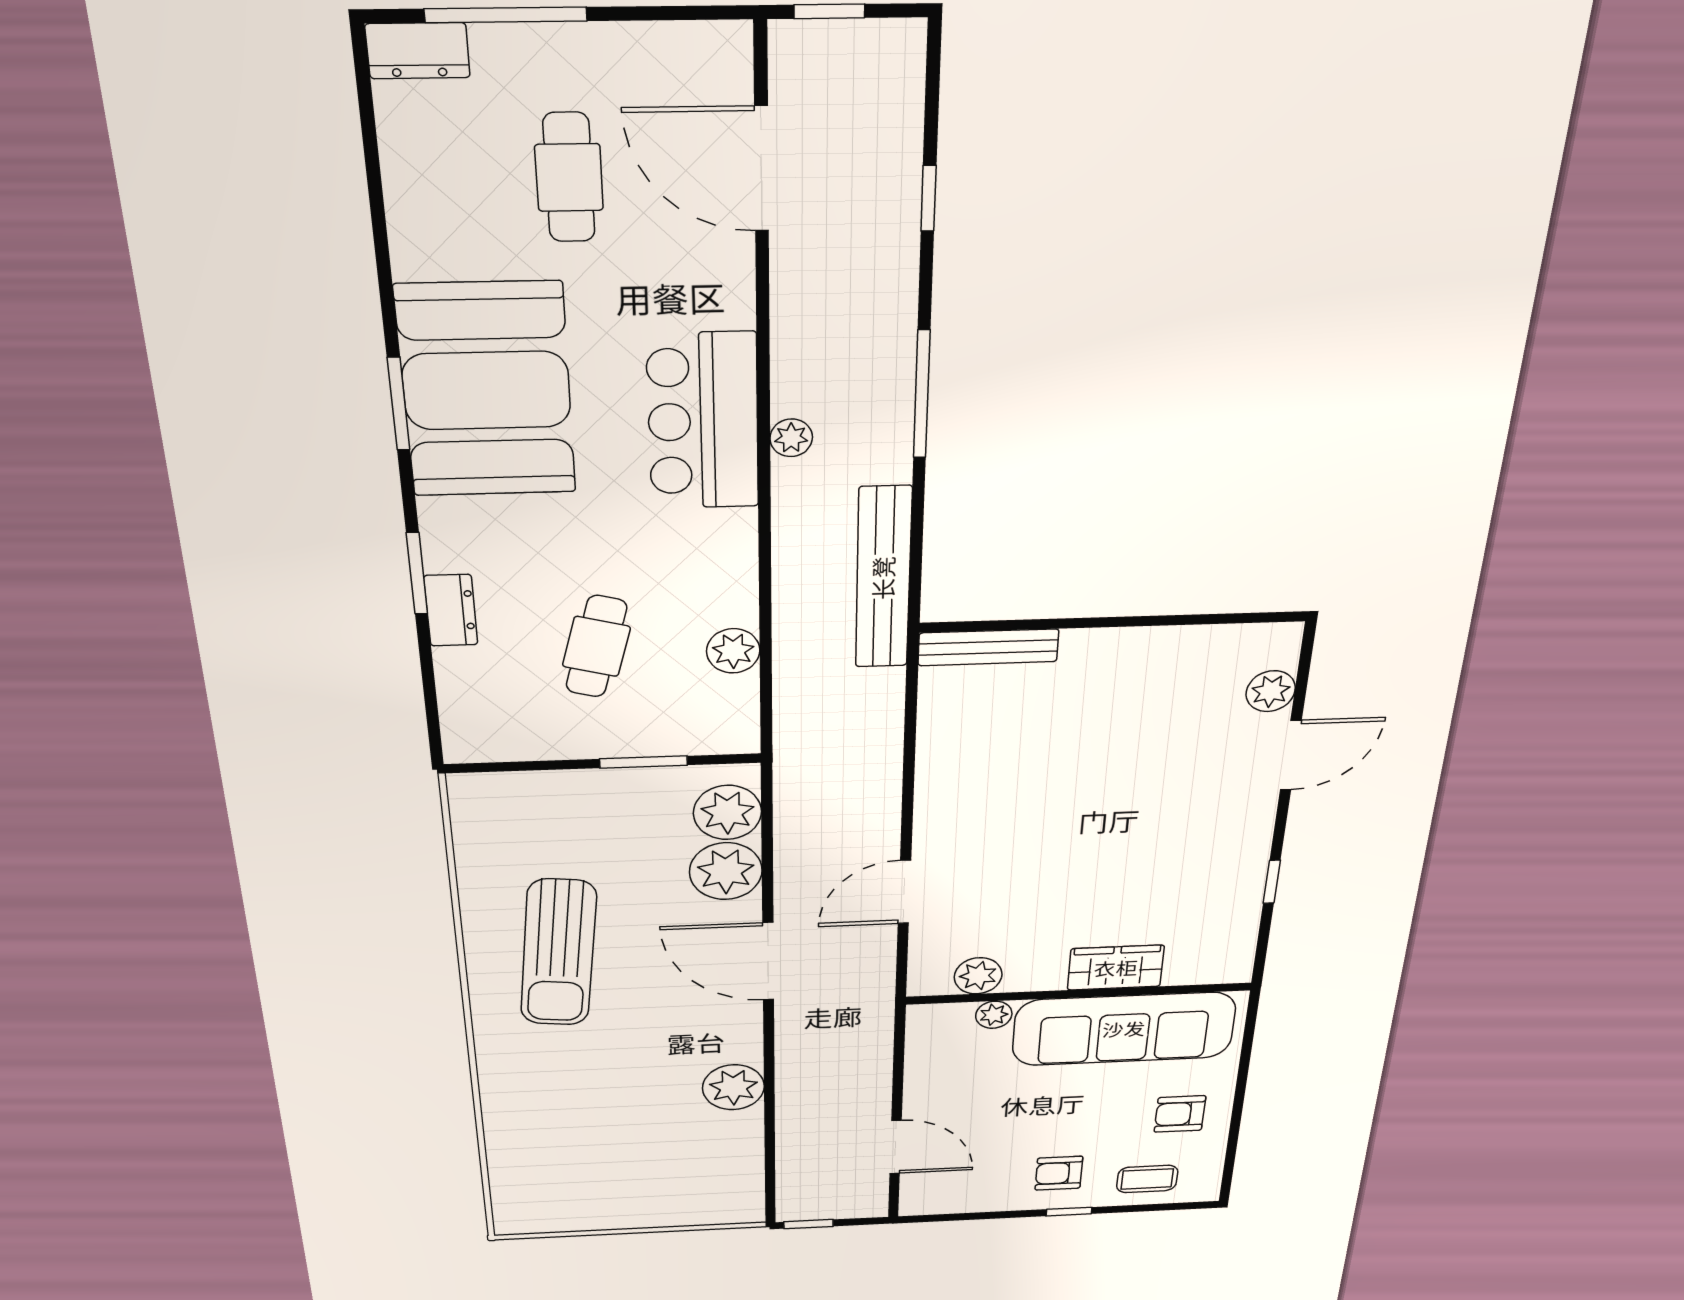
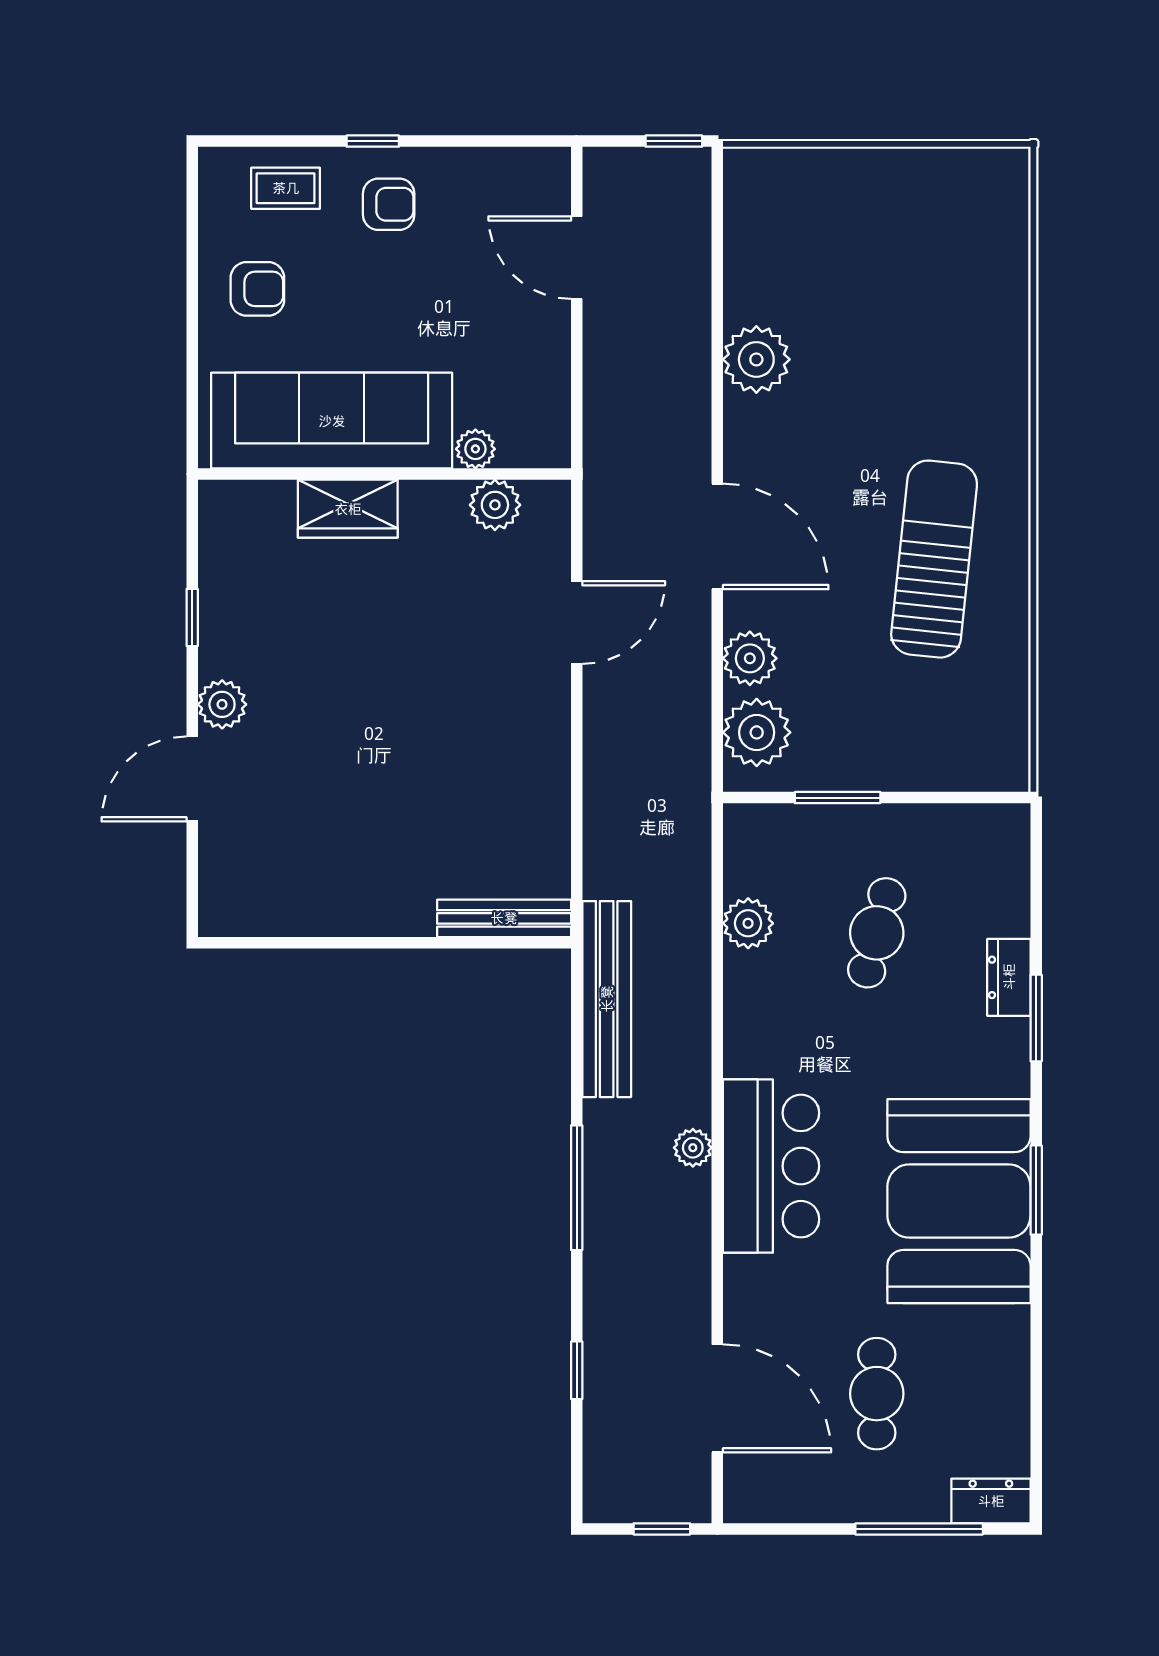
plant: (1271, 691) -> (222, 704), moved
plant: (726, 871) -> (750, 658), width x0.73, depth x0.73

